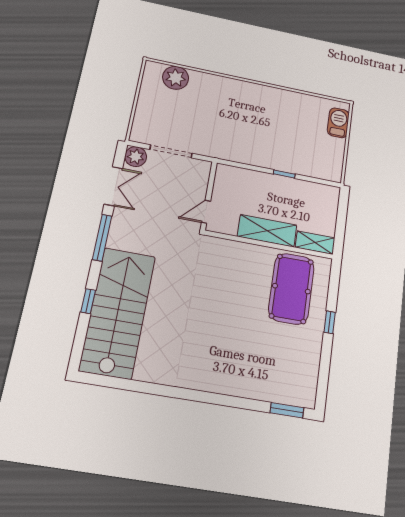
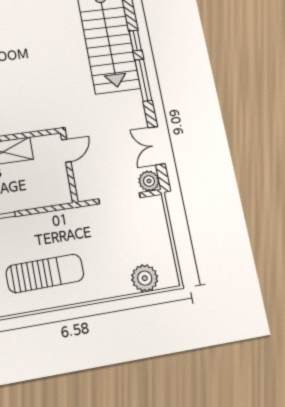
sun lounger: (263, 114) -> (45, 273), added
window: (102, 238) -> (143, 80), moved

